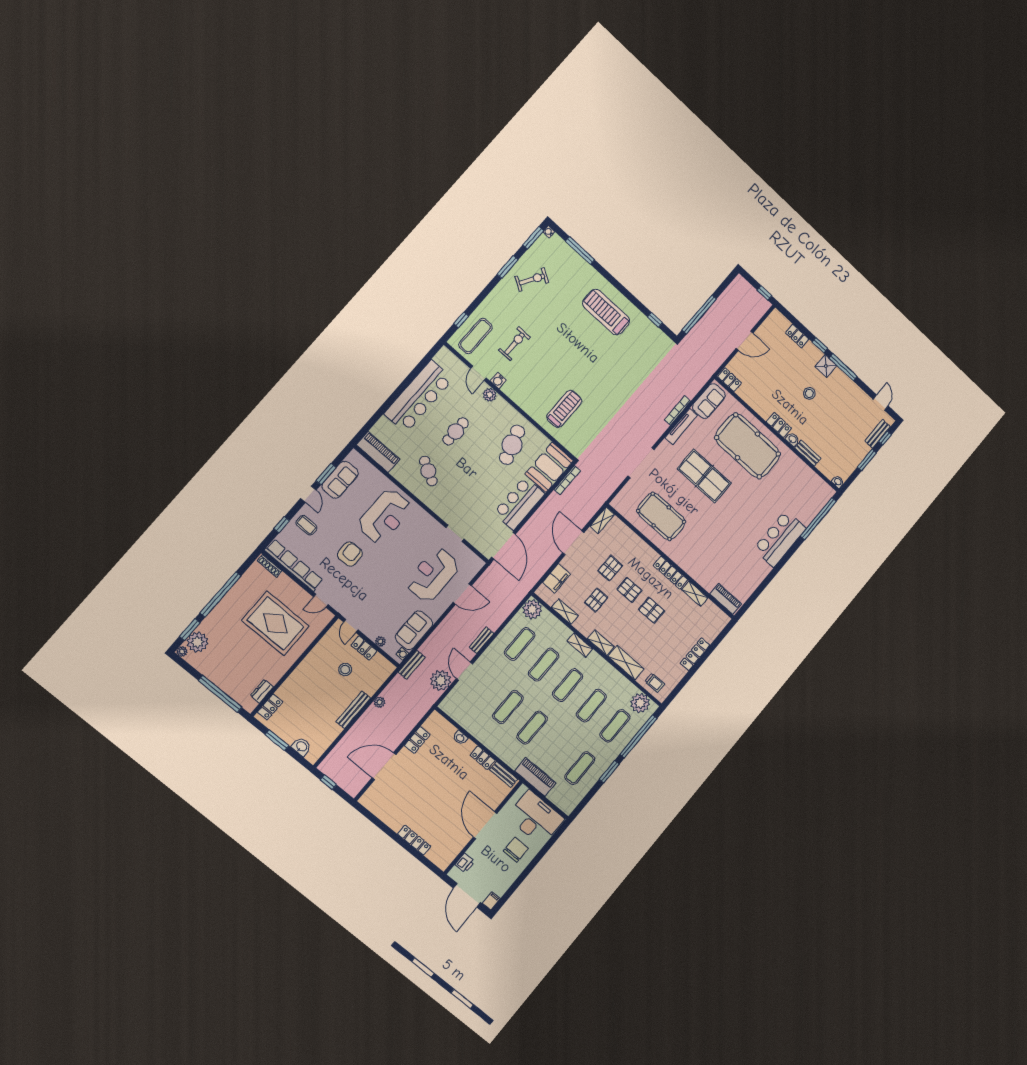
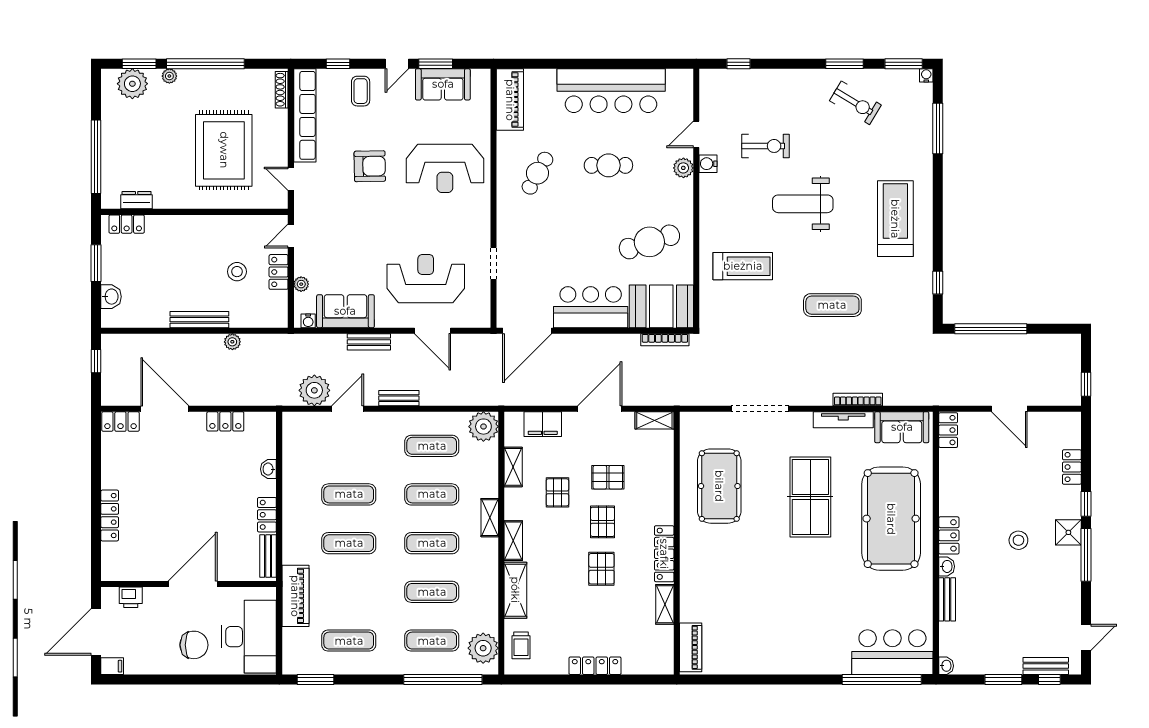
exercise mat: (475, 336) -> (832, 305), moved
weight bench: (559, 351) -> (803, 204), added
bar counter: (780, 539) -> (892, 652), moved
pallet: (596, 600) -> (557, 492), turned 90
plant: (182, 652) -> (169, 76), moved
bench: (412, 665) -> (369, 342), moved
window: (609, 772) -> (315, 680), moved
locker: (371, 795) -> (120, 422), added

